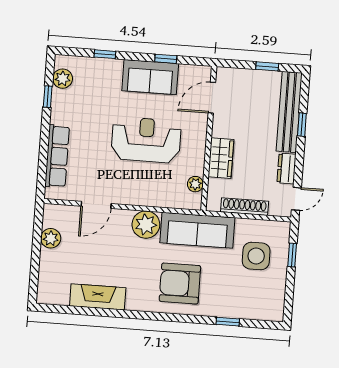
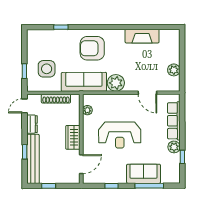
window: (105, 54) -> (149, 186), width x2.17
sofa: (150, 77) -> (144, 174), moved
plant: (63, 79) -> (174, 147), moved
wardrobe: (221, 158) -> (73, 137), moved
door: (96, 205) -> (147, 93), swing flipped
armchair: (180, 283) -> (92, 48), turned 180

